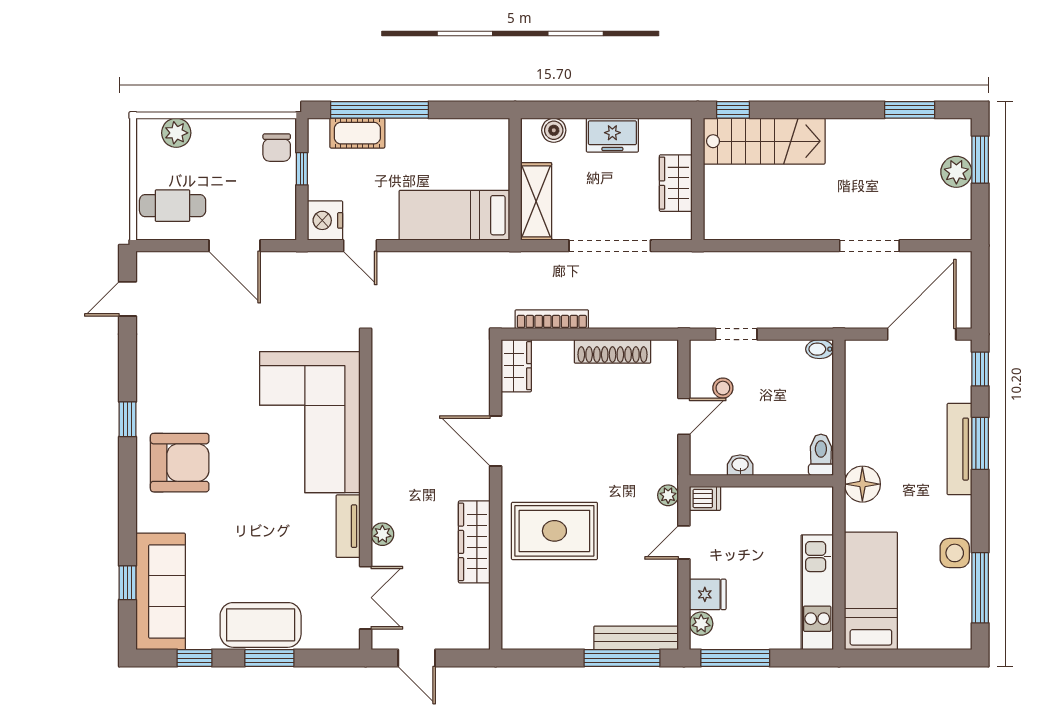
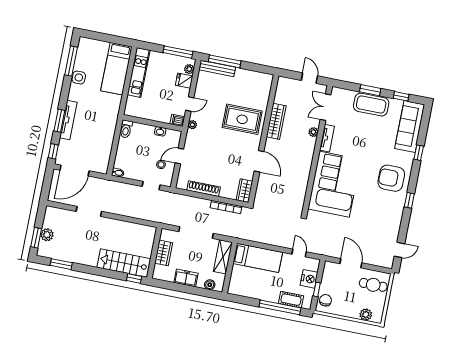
nightstand: (325, 220) -> (309, 279), moved
floor lamp: (862, 484) -> (111, 113), removed
window: (127, 583) -> (419, 153), moved

